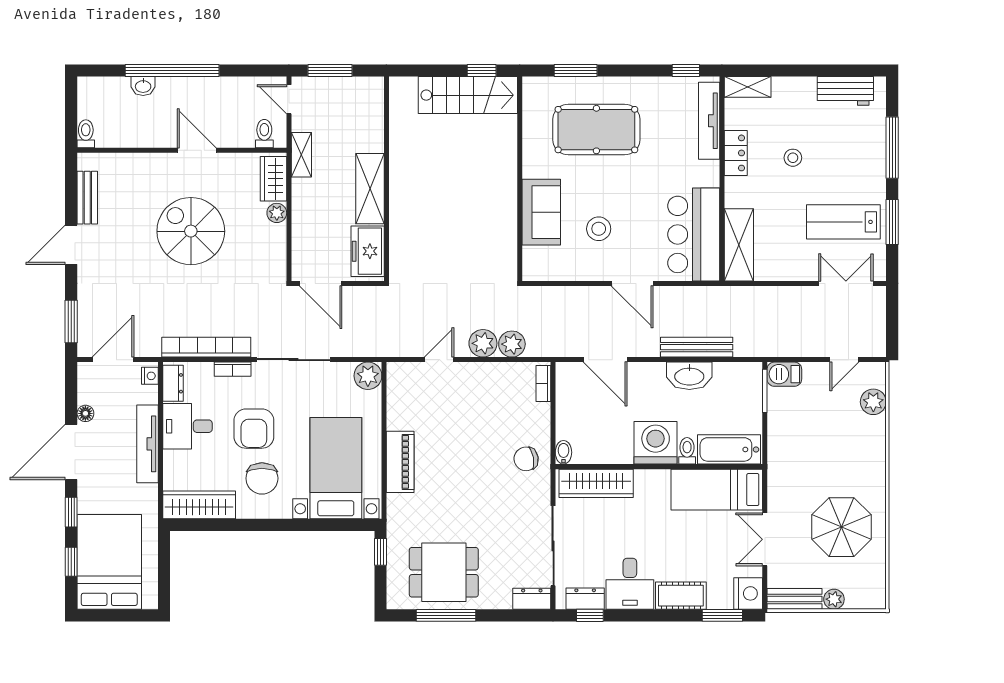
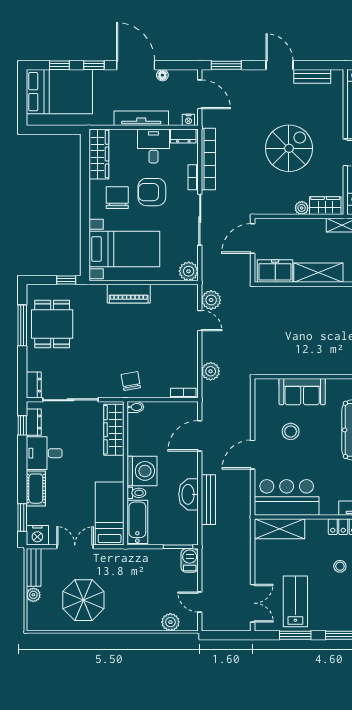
plant: (483, 343) -> (211, 300), moved
chair: (262, 478) -> (117, 198), turned 90

